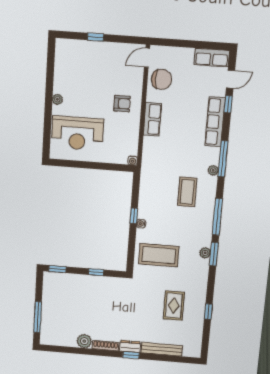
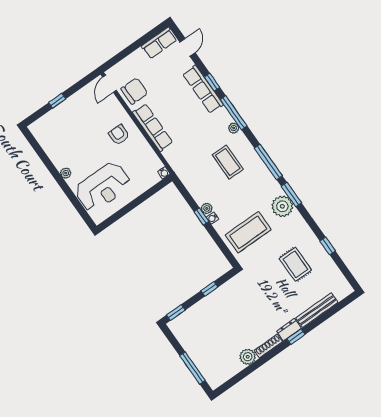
armchair: (122, 104) -> (119, 135), turned -90
window: (228, 104) -> (212, 82), moved
row of seats: (152, 119) -> (153, 128), width x1.48
plant: (143, 213) -> (207, 208), added
plant: (205, 253) -> (282, 206), width x1.88, depth x1.88

